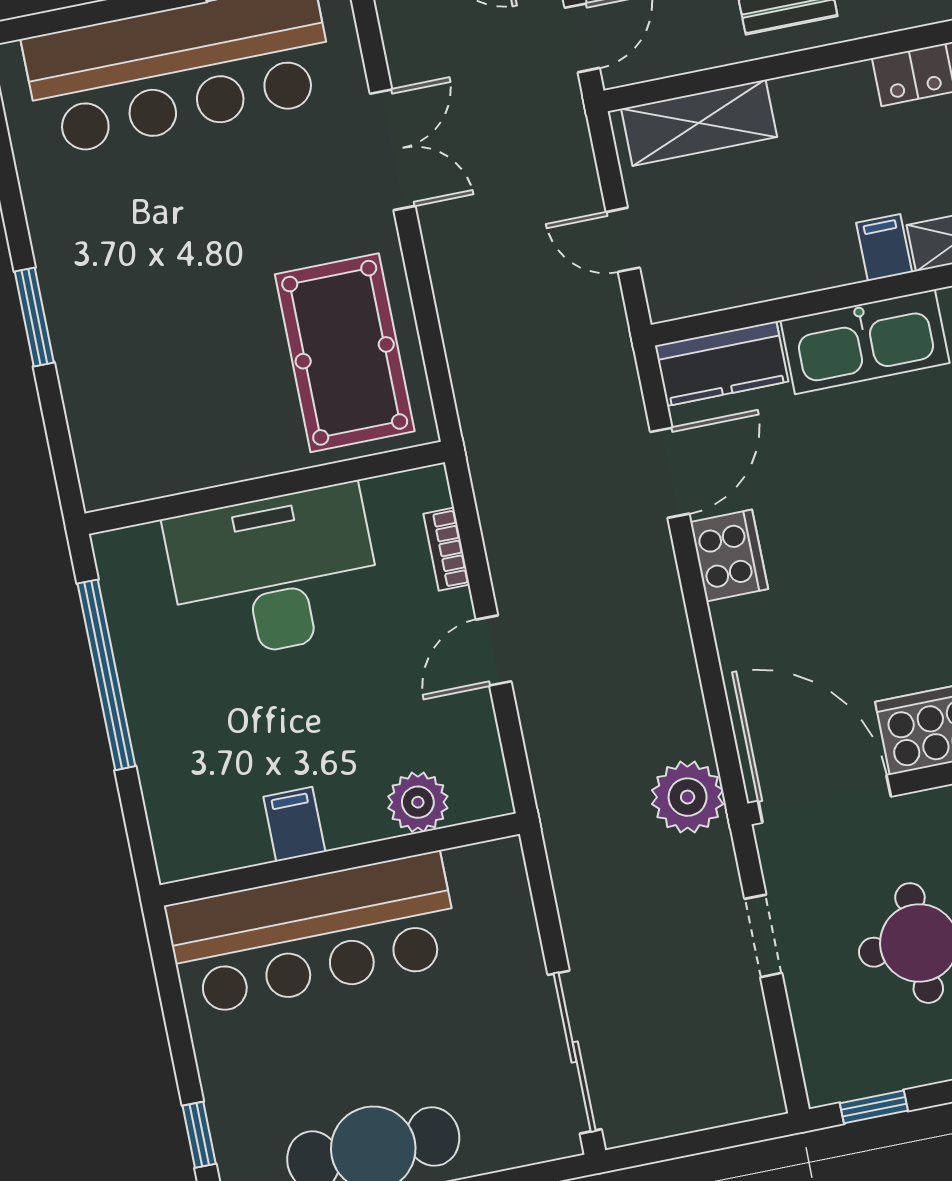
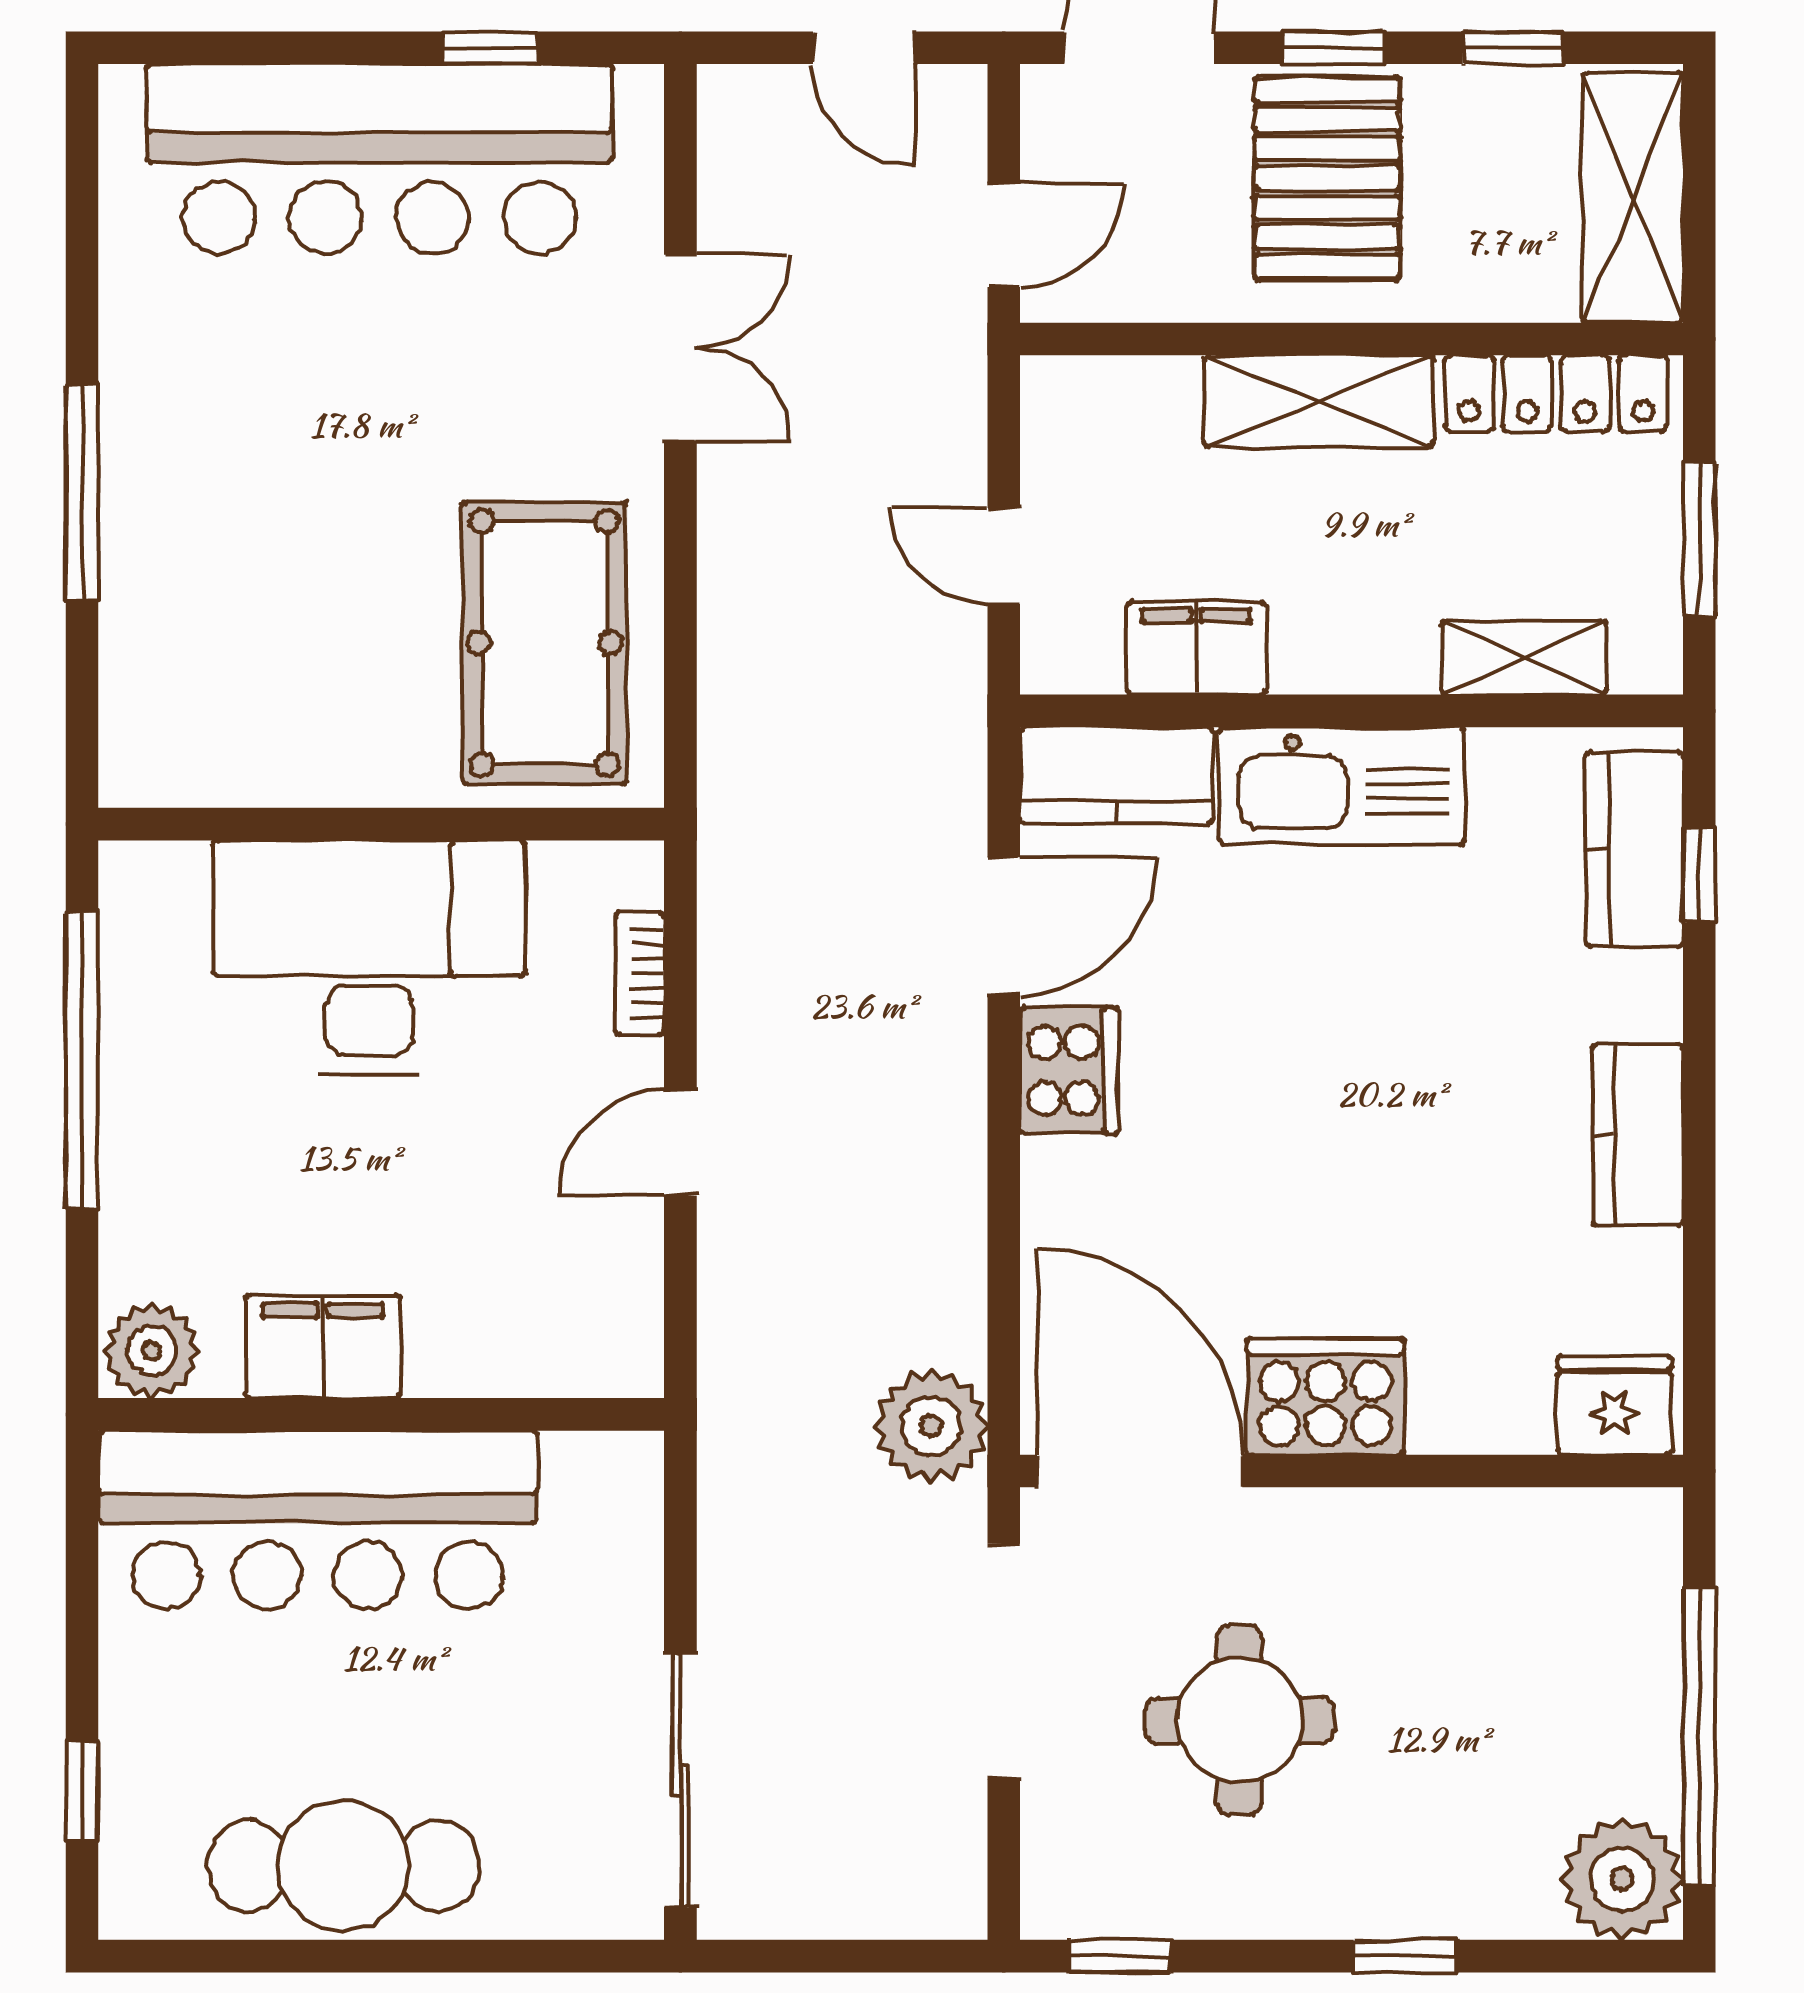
shelving: (699, 123) -> (1319, 401), moved
filing cabinet: (884, 248) -> (1196, 648), moved, width x2.00
window: (34, 317) -> (82, 493), width x1.44
plant: (418, 802) -> (152, 1351), moved
filing cabinet: (294, 824) -> (323, 1347), width x2.00
doorway: (763, 936) -> (1004, 1661), width x1.87

